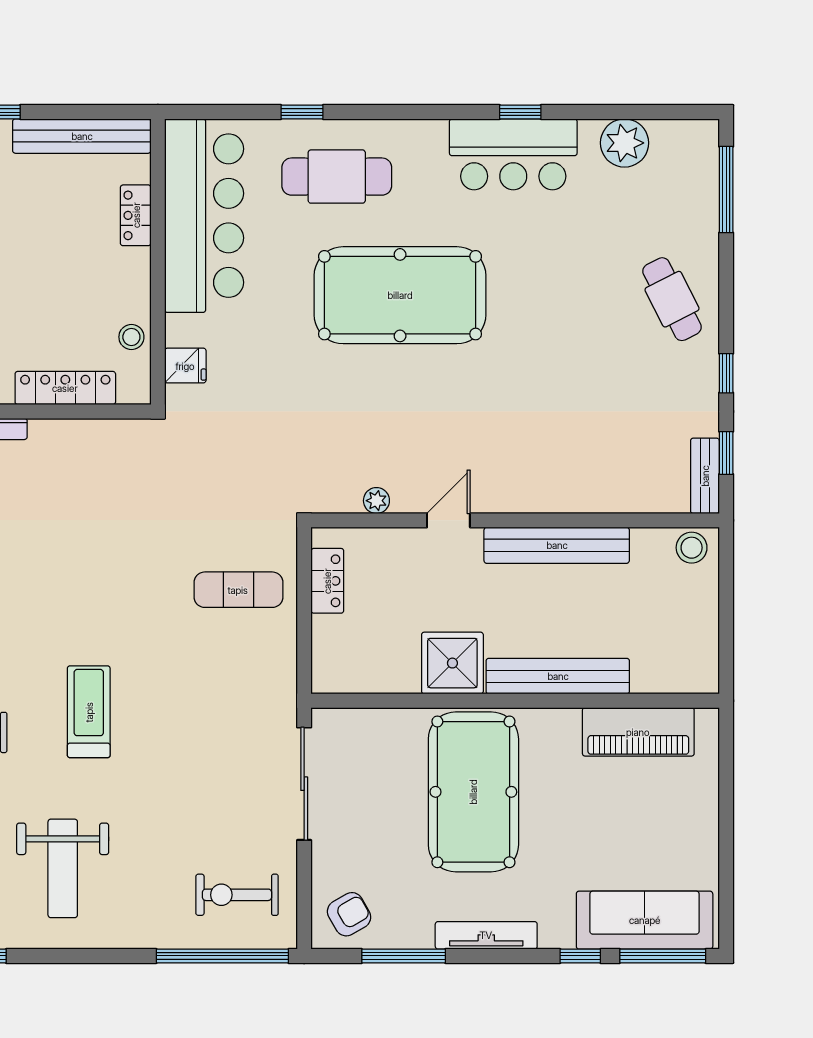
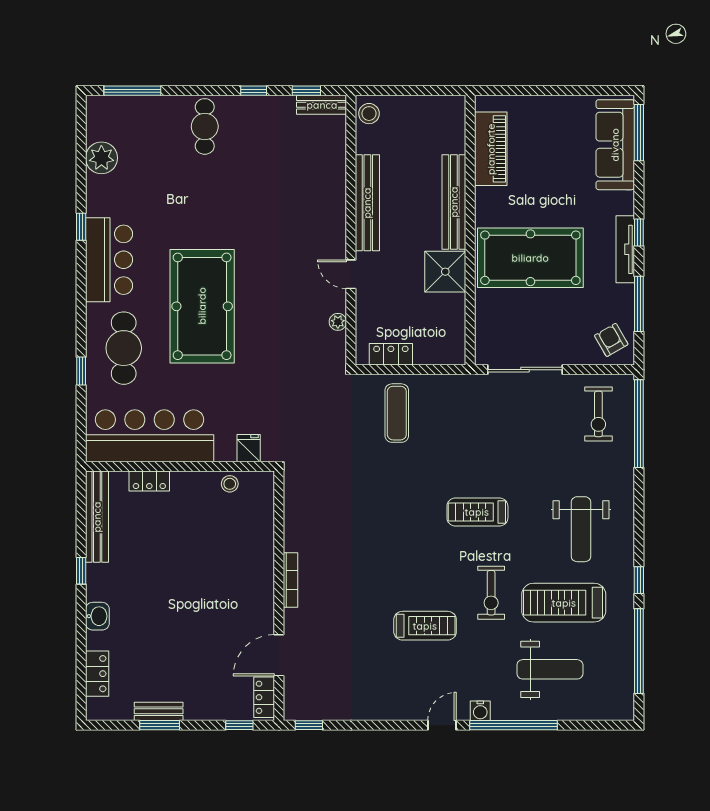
bar counter: (513, 154) -> (109, 260), moved
cafe table: (672, 299) -> (205, 126), turned -63
locker: (65, 388) -> (263, 528), removed
weight bench: (63, 868) -> (581, 529), turned 90
window: (580, 956) -> (639, 232), moved

